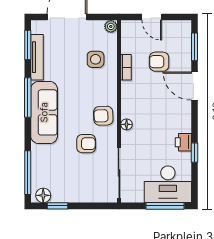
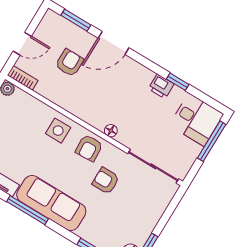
side table: (96, 59) -> (58, 131), moved
armchair: (159, 62) -> (69, 63), turned 180
bookcase: (126, 67) -> (23, 78), moved
armchair: (86, 144) -> (106, 181), turned -90
desk: (168, 184) -> (196, 120), width x0.73

